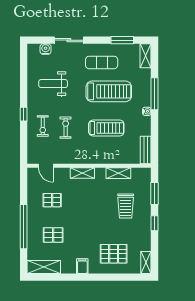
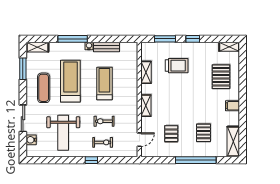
weight bench: (53, 84) -> (63, 133), width x1.36, depth x1.33
bench: (146, 150) -> (107, 47), moved

